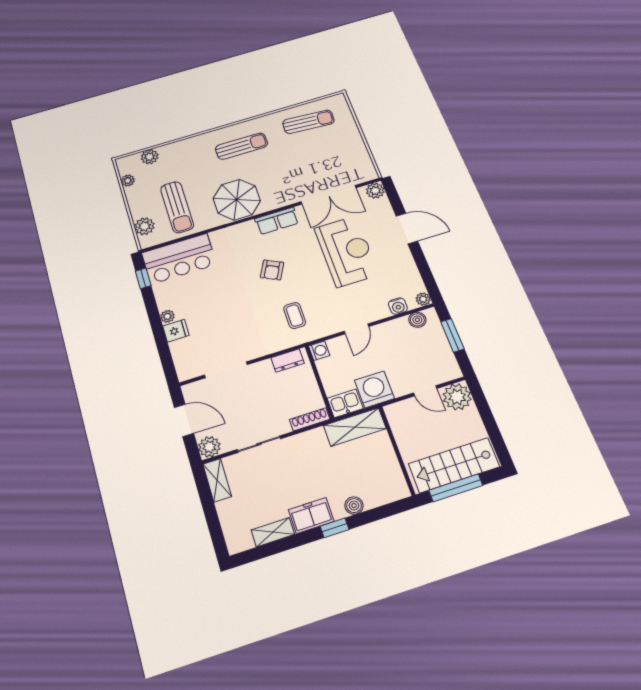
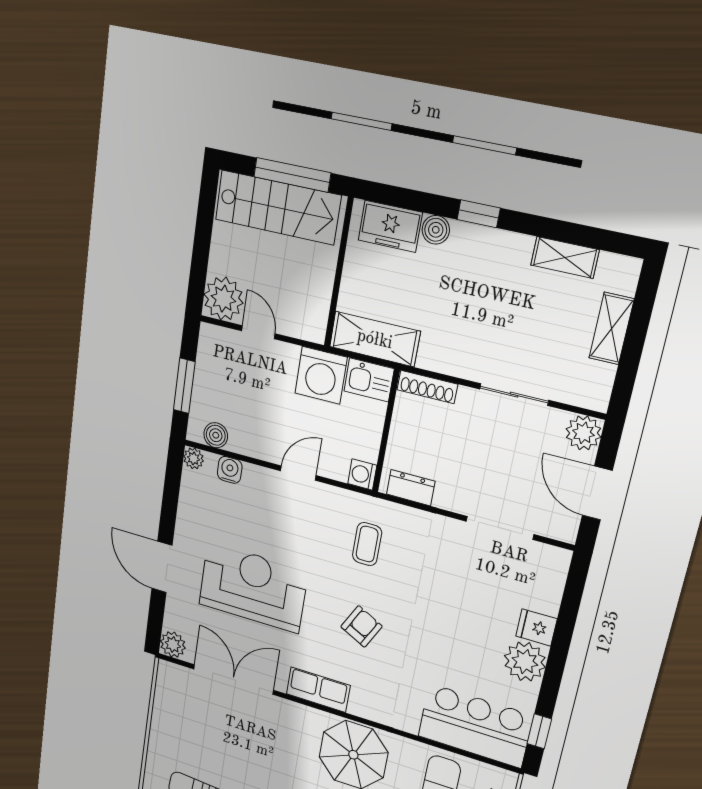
reception desk: (346, 251) -> (253, 587), turned 90
plant: (167, 316) -> (525, 662), width x1.88, depth x1.88
shelving: (217, 480) -> (611, 329), moved
freezer: (311, 516) -> (390, 226), moved

